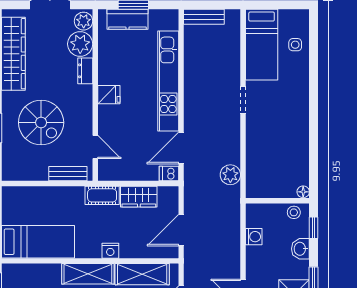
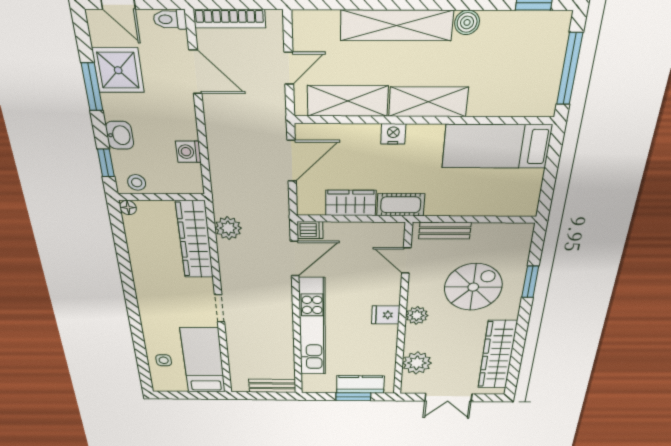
plant: (84, 21) -> (417, 315), moved
dresser: (85, 71) -> (413, 338), removed
spiral stairs: (41, 123) -> (473, 287), turned 90
wardrobe: (257, 164) -> (195, 240), added

